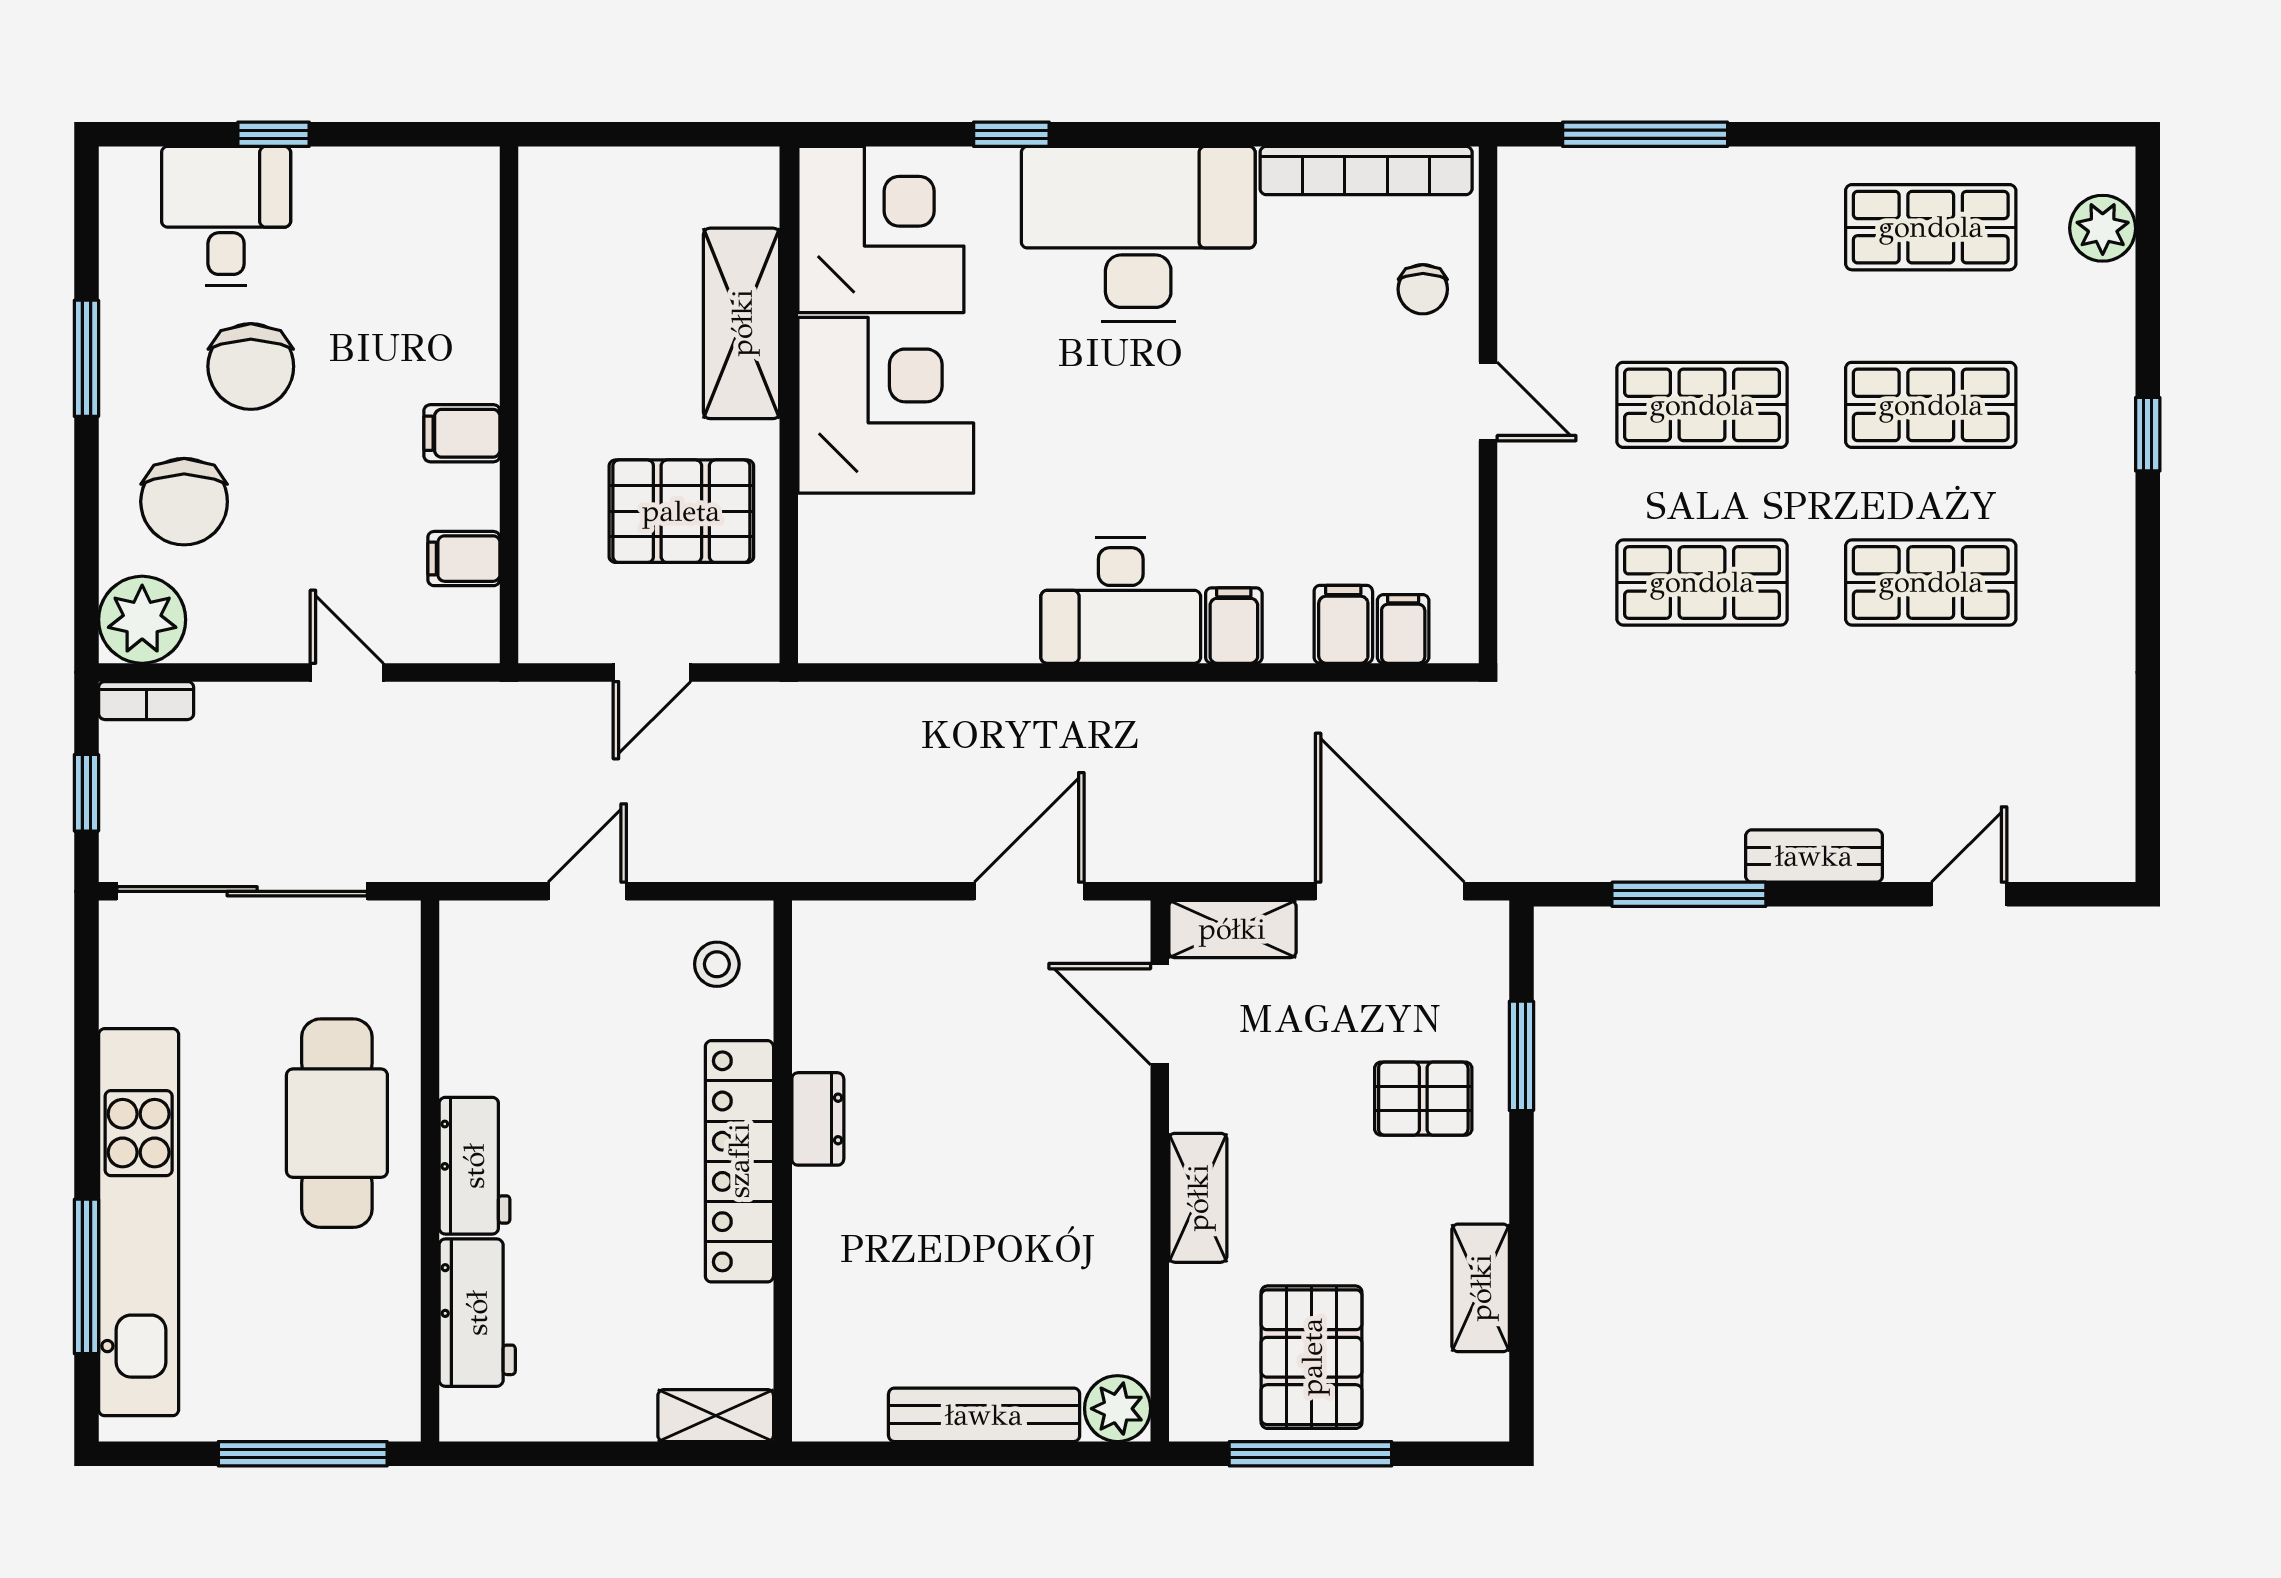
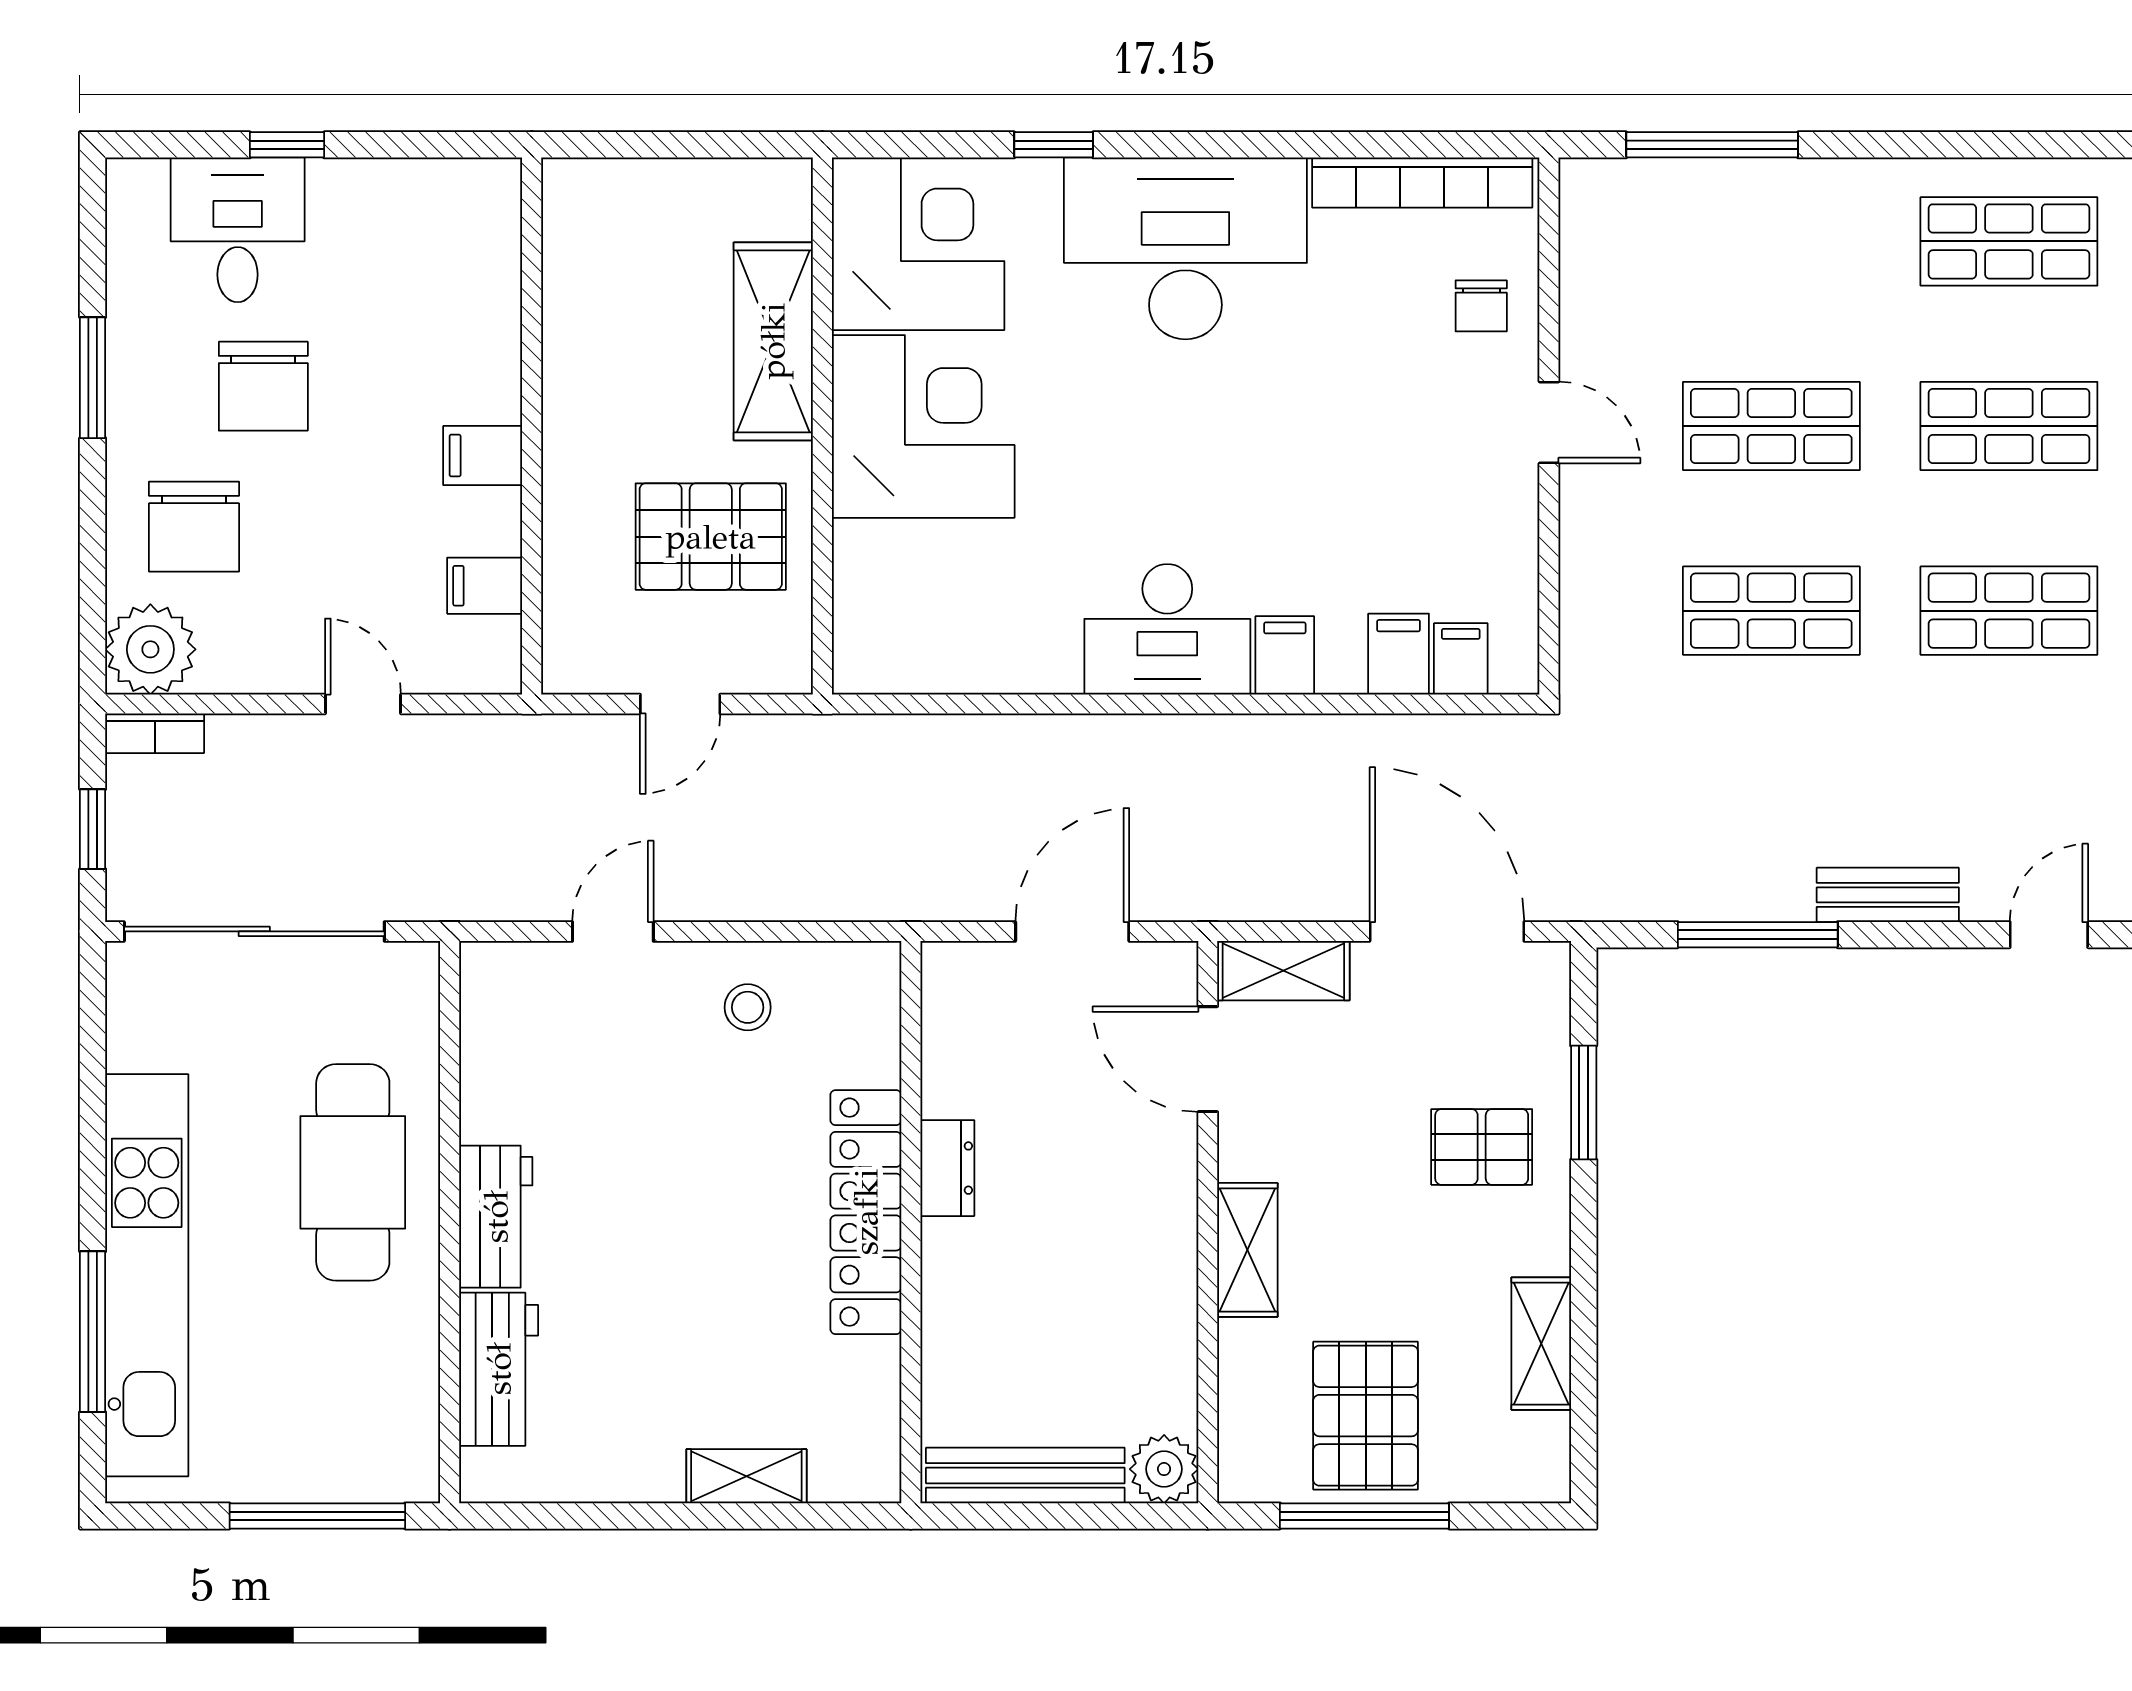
dresser: (818, 1119) -> (947, 1168), moved
locker: (739, 1161) -> (866, 1212), moved
wall: (783, 1171) -> (911, 1222), moved

